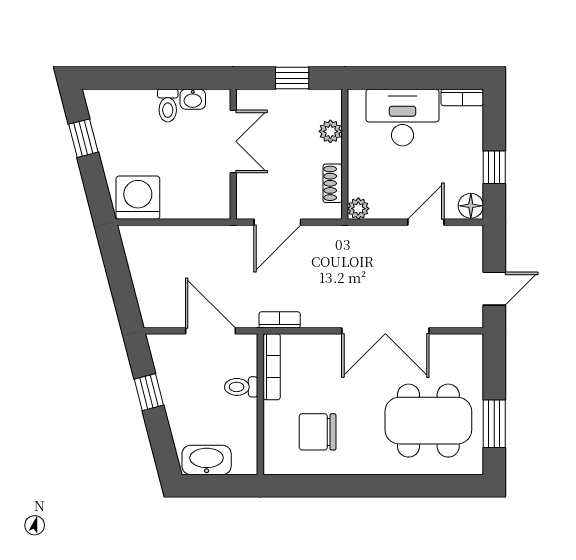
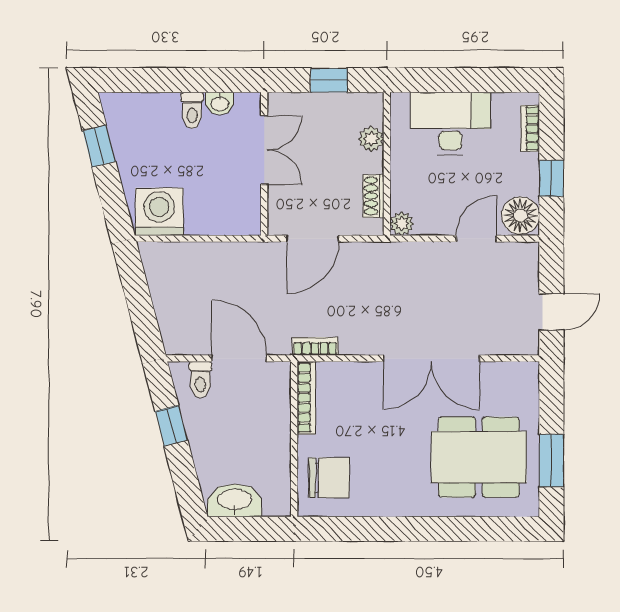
bookcase: (462, 97) -> (530, 128), moved, turned 90
floor lamp: (471, 206) -> (520, 215), width x1.38, depth x1.38
toilet: (241, 387) -> (200, 380), moved, turned -90
chair: (318, 432) -> (329, 478), moved, turned 180

